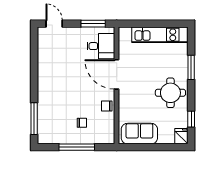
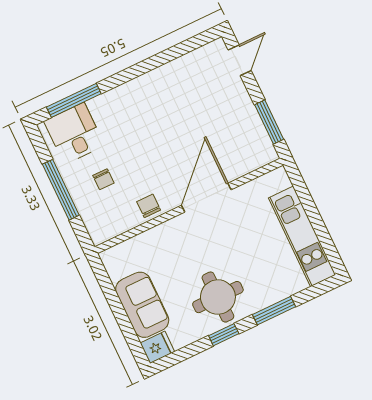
desk: (101, 46) -> (74, 133), moved, turned 180
window: (191, 119) -> (224, 335), moved
sofa: (139, 134) -> (142, 305), moved

